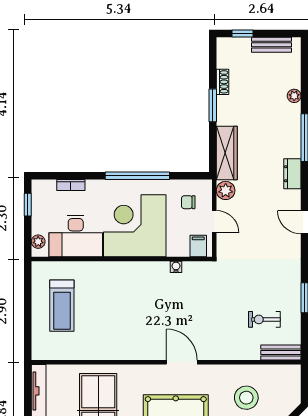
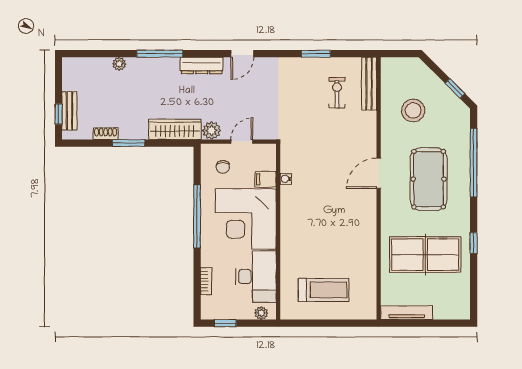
bench: (272, 45) -> (69, 111), moved
dresser: (292, 174) -> (202, 65), width x1.44
filing cabinet: (198, 246) -> (265, 179), moved
exercise bike: (264, 319) -> (337, 93), turned 180
bench: (281, 352) -> (369, 84), width x1.36

